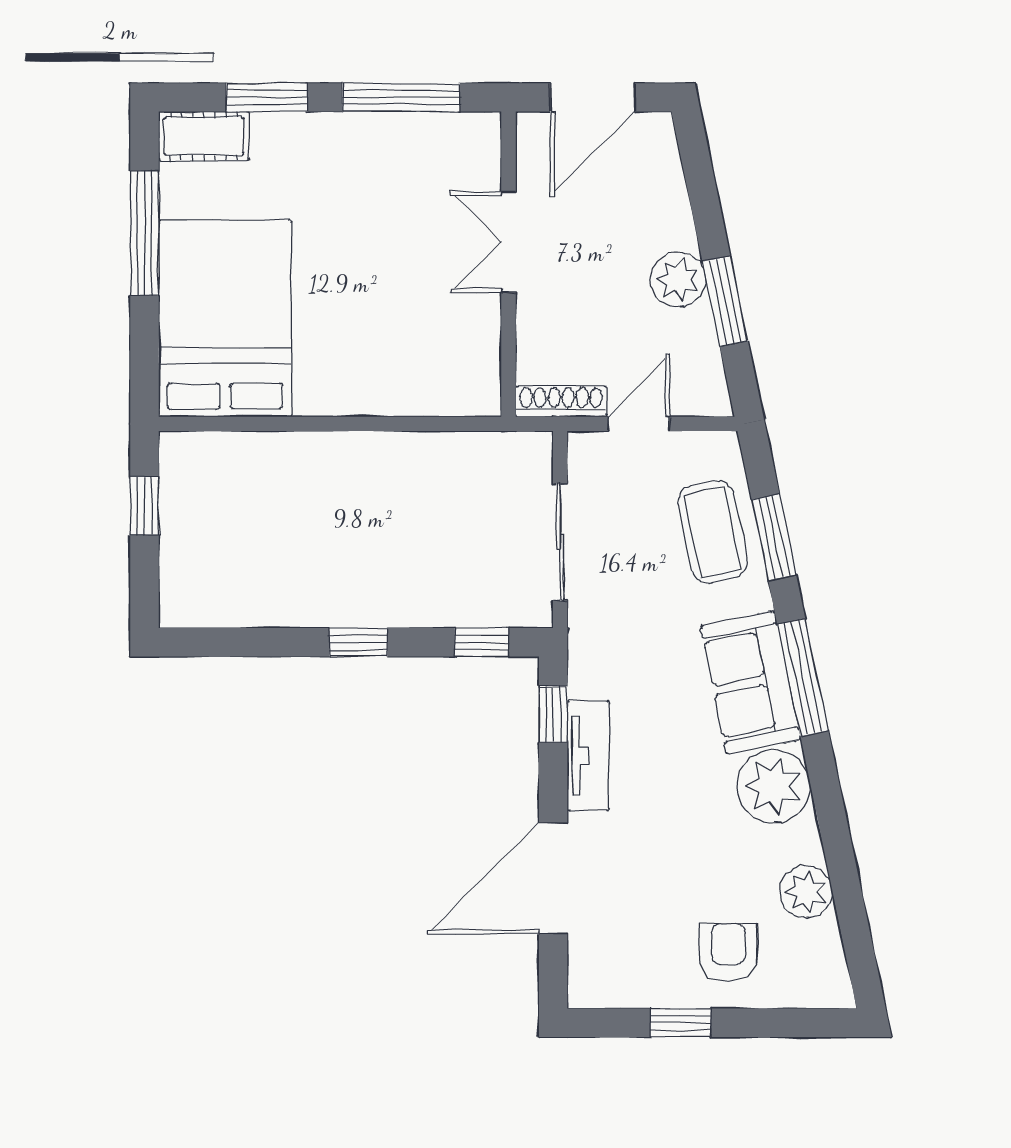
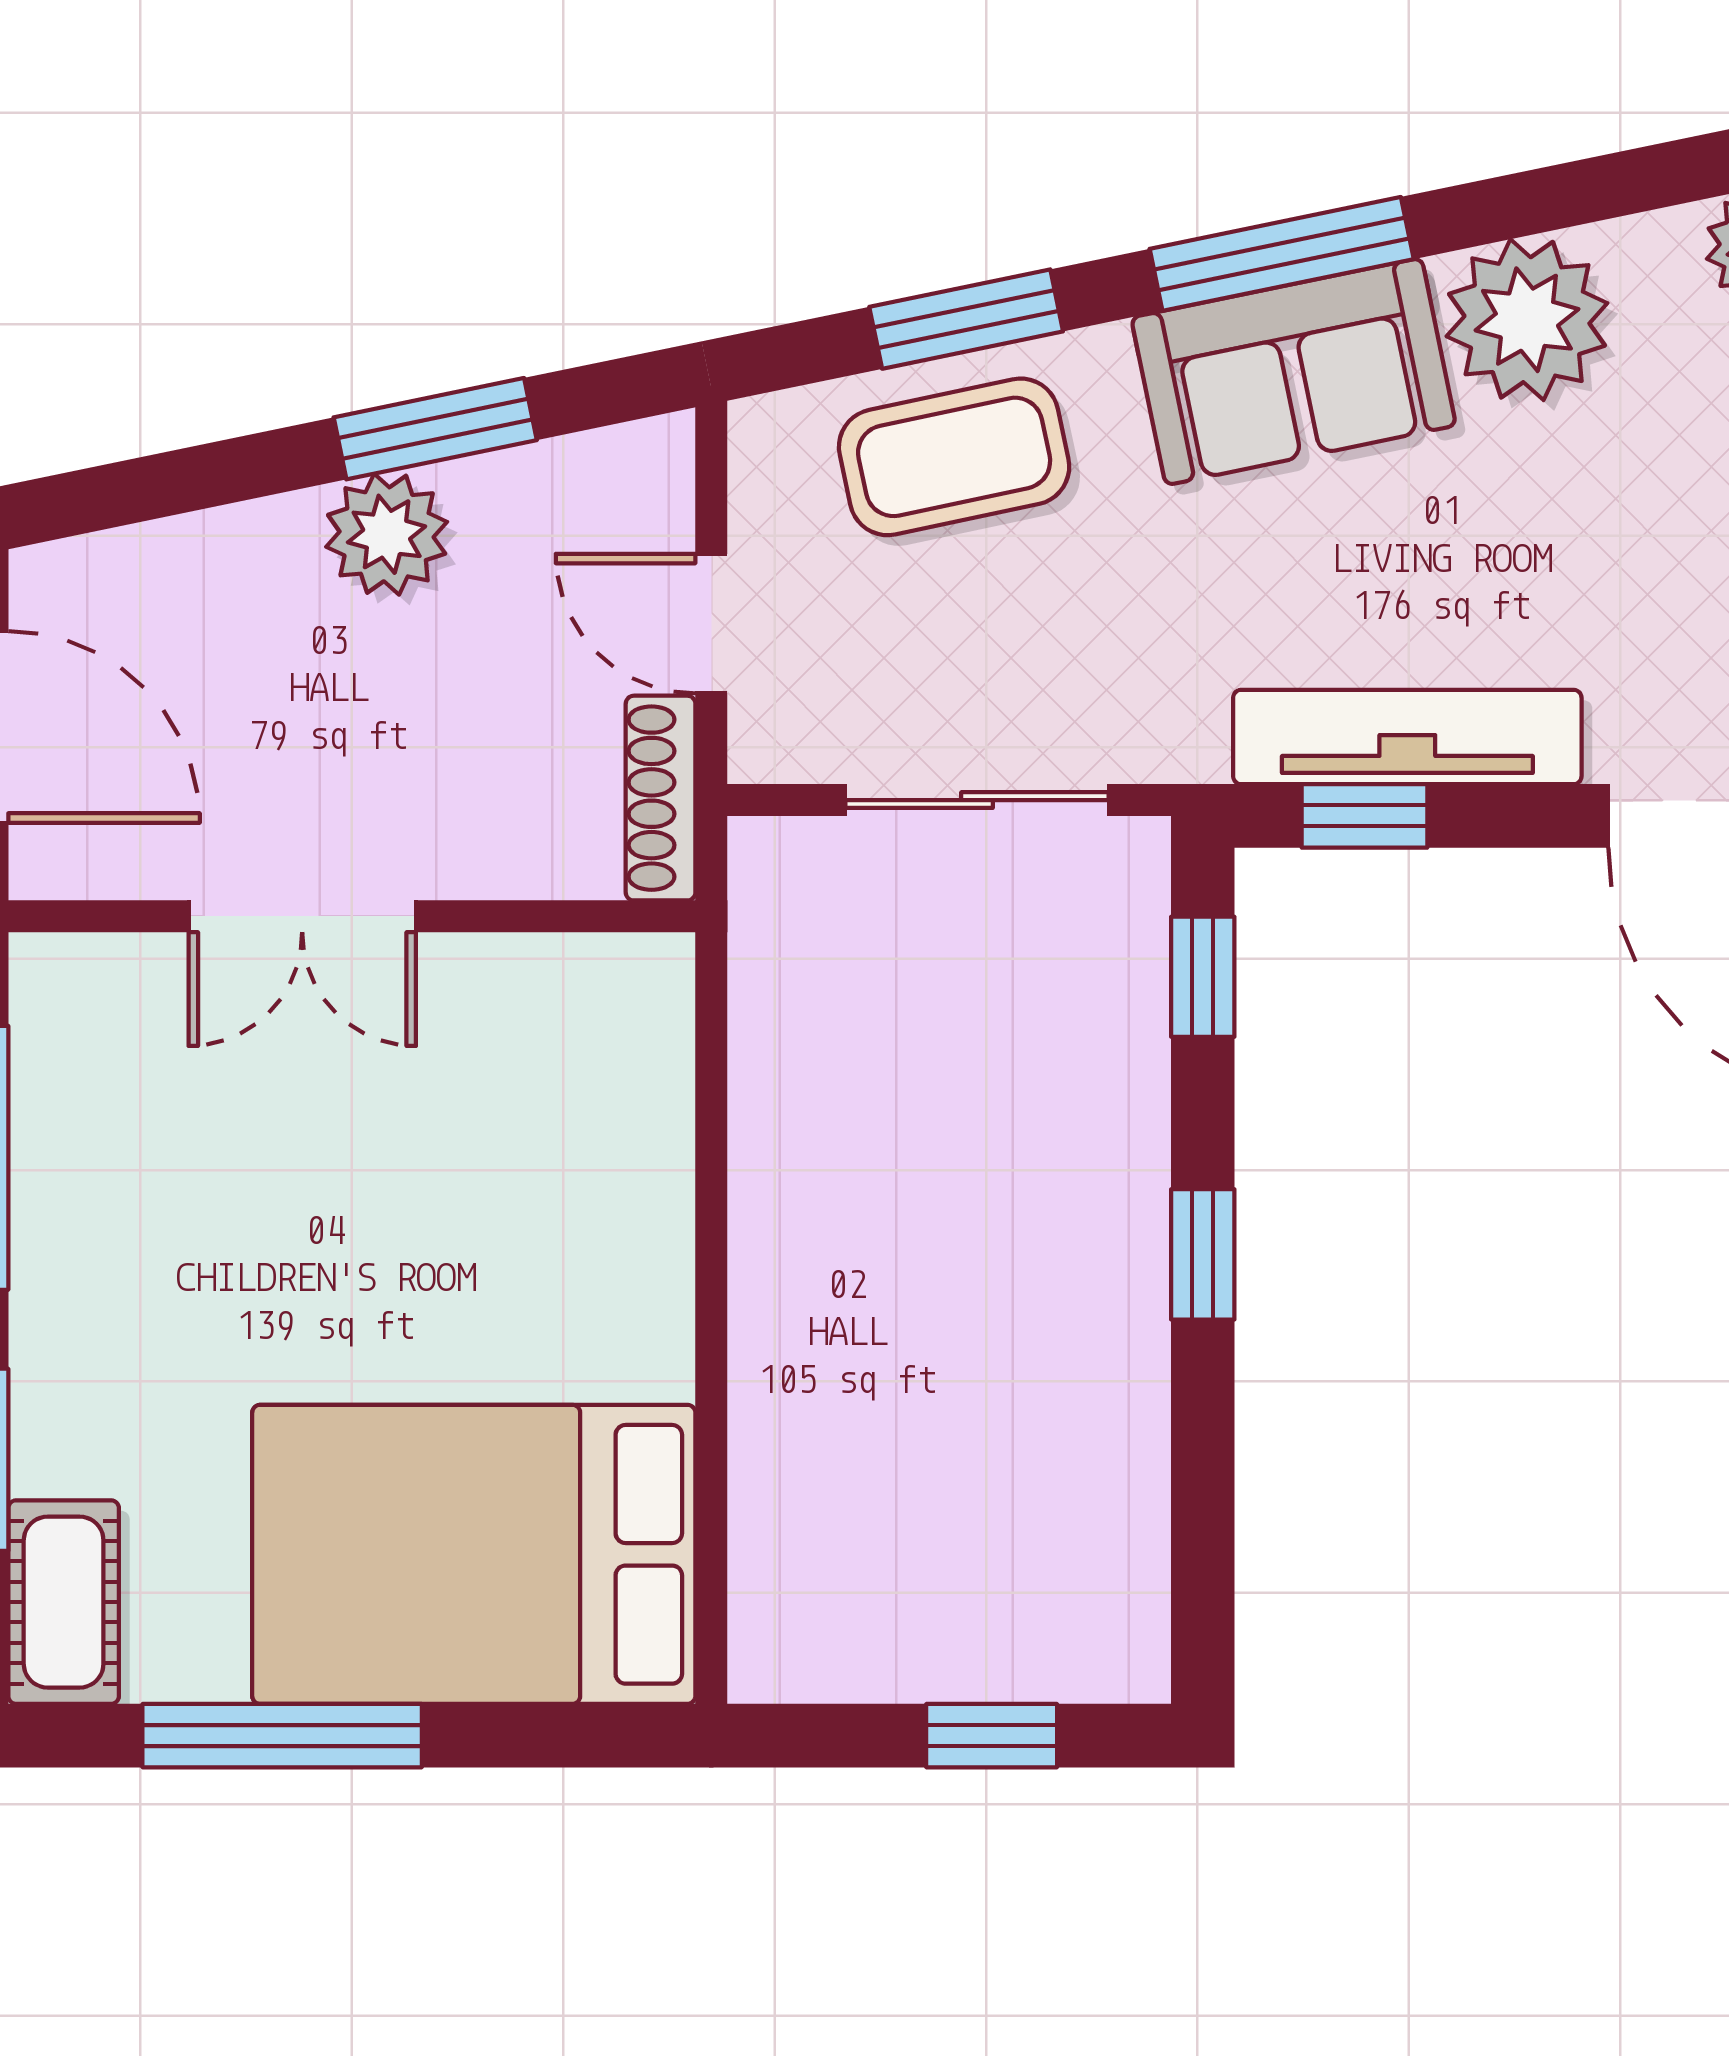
window: (144, 506) -> (992, 1736), moved
tv unit: (588, 756) -> (1407, 737), width x1.41

